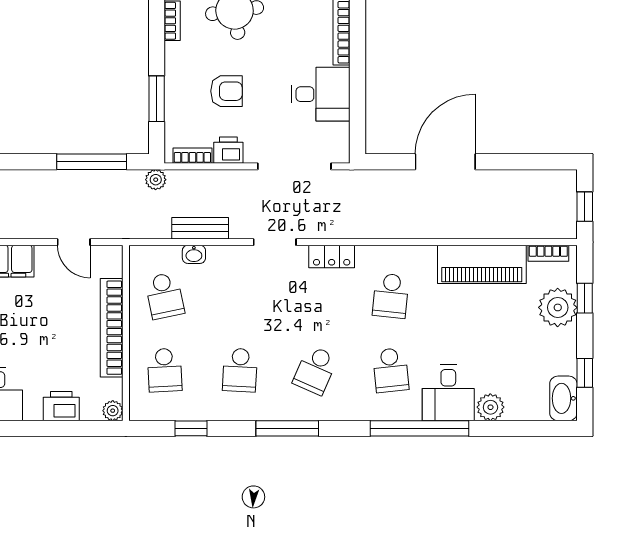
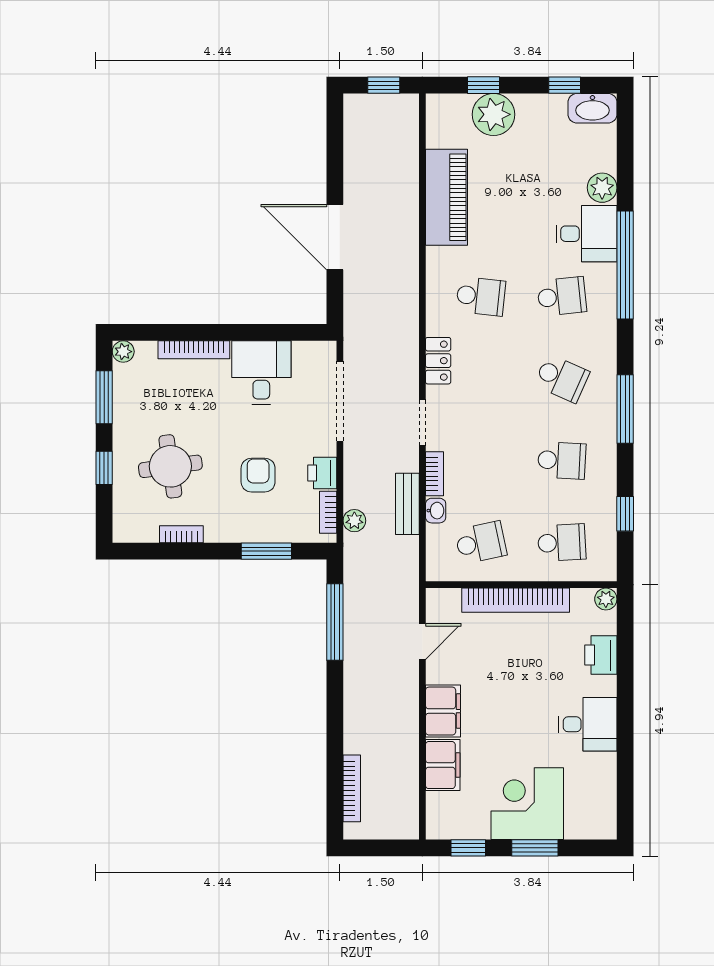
plant: (156, 180) -> (354, 521), moved
bookcase: (548, 253) -> (434, 474), moved

